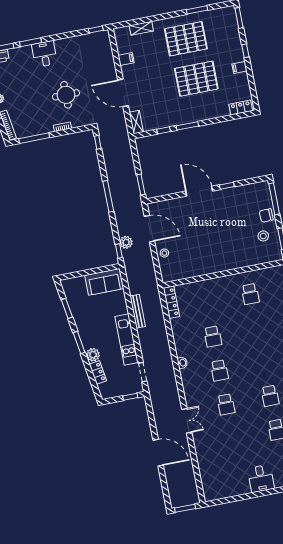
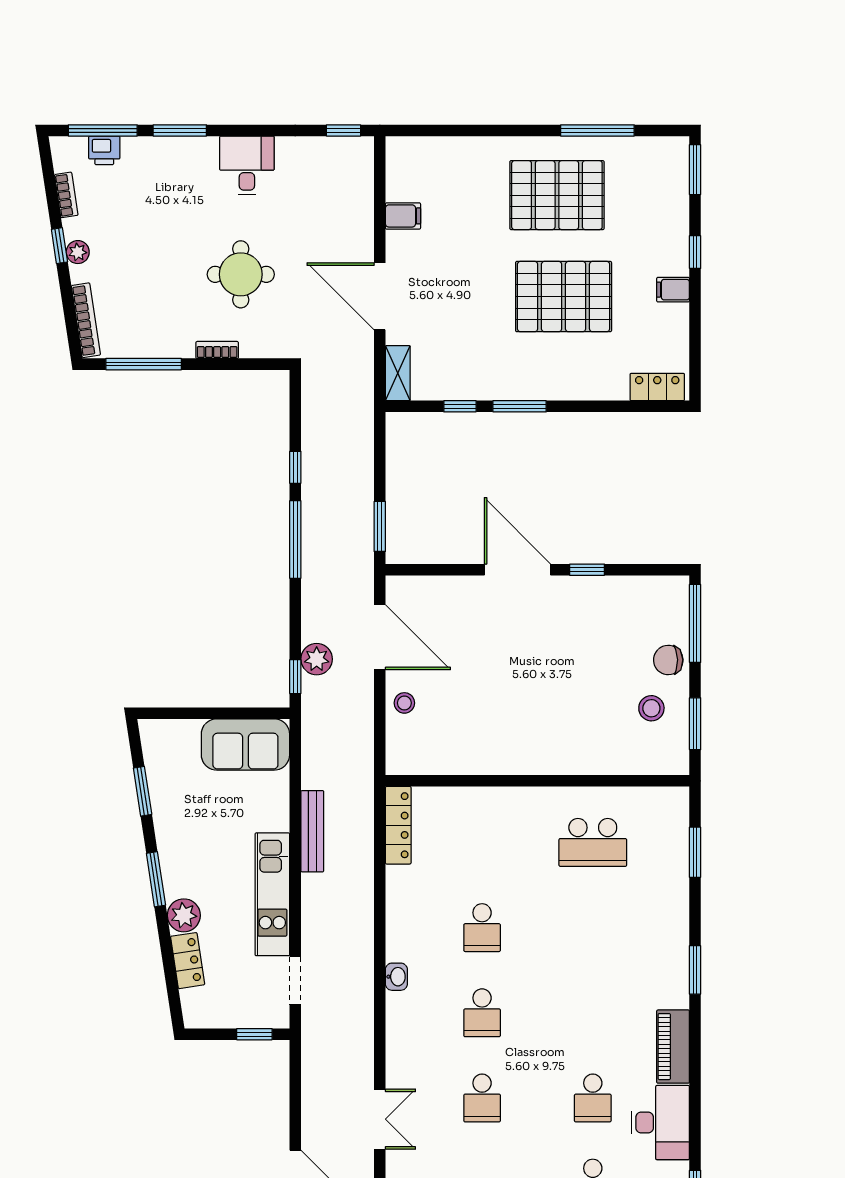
window: (197, 10) -> (597, 130), width x1.44
shelving: (141, 28) -> (454, 149), removed
desk: (44, 54) -> (247, 165), moved
window: (98, 142) -> (295, 467), moved
school desk: (250, 294) -> (593, 842), width x1.85

